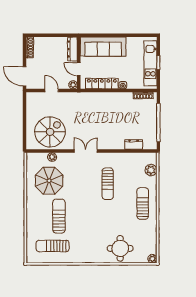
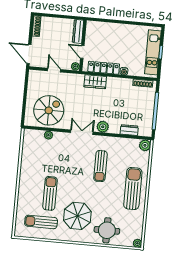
sofa: (103, 47) -> (108, 32), removed
wardrobe: (95, 98) -> (95, 82), added
plant: (106, 144) -> (103, 127), added
plant: (151, 170) -> (145, 145), moved
parasol: (49, 181) -> (77, 216), moved
sun lounger: (143, 203) -> (133, 188), width x1.36, depth x1.34

